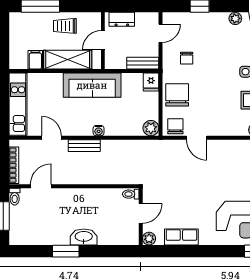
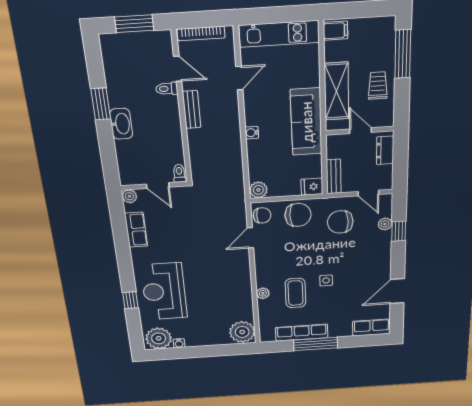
plant: (235, 18) -> (385, 224), moved
chair: (187, 58) -> (340, 222), width x1.87, depth x1.87
filing cabinet: (35, 60) -> (336, 31), moved
bench: (84, 146) -> (192, 109), moved
toilet: (15, 197) -> (167, 89), moved

